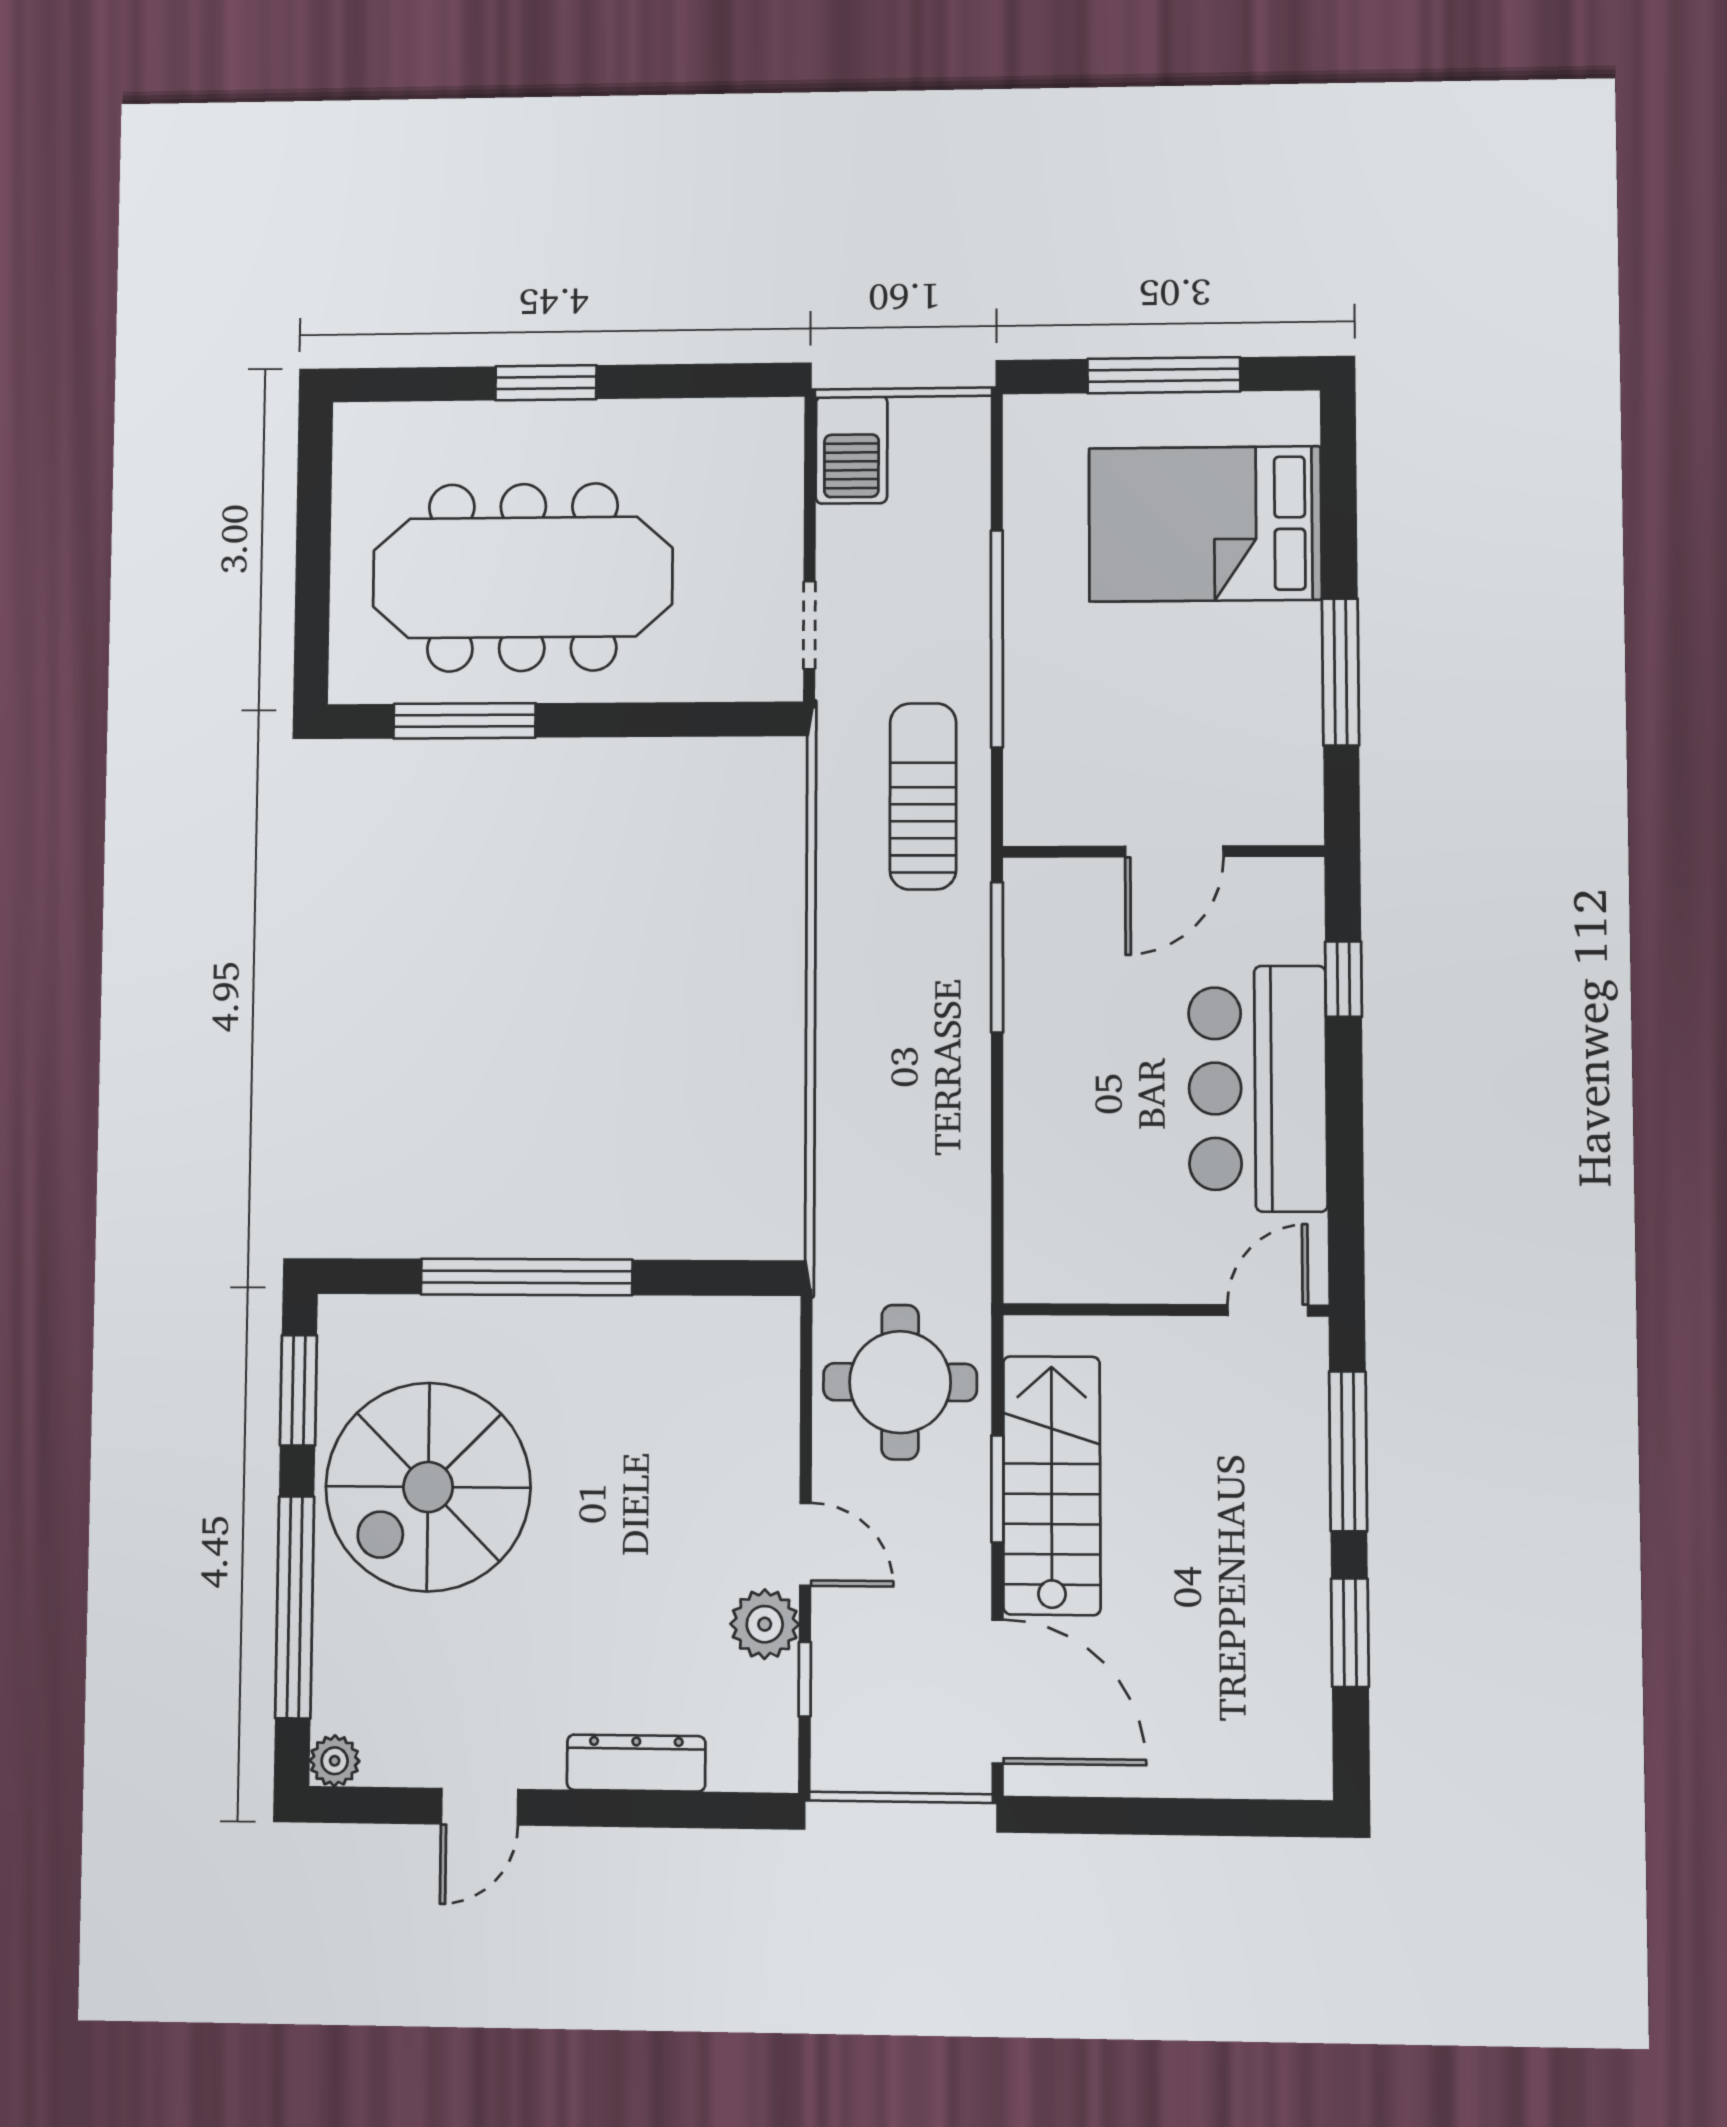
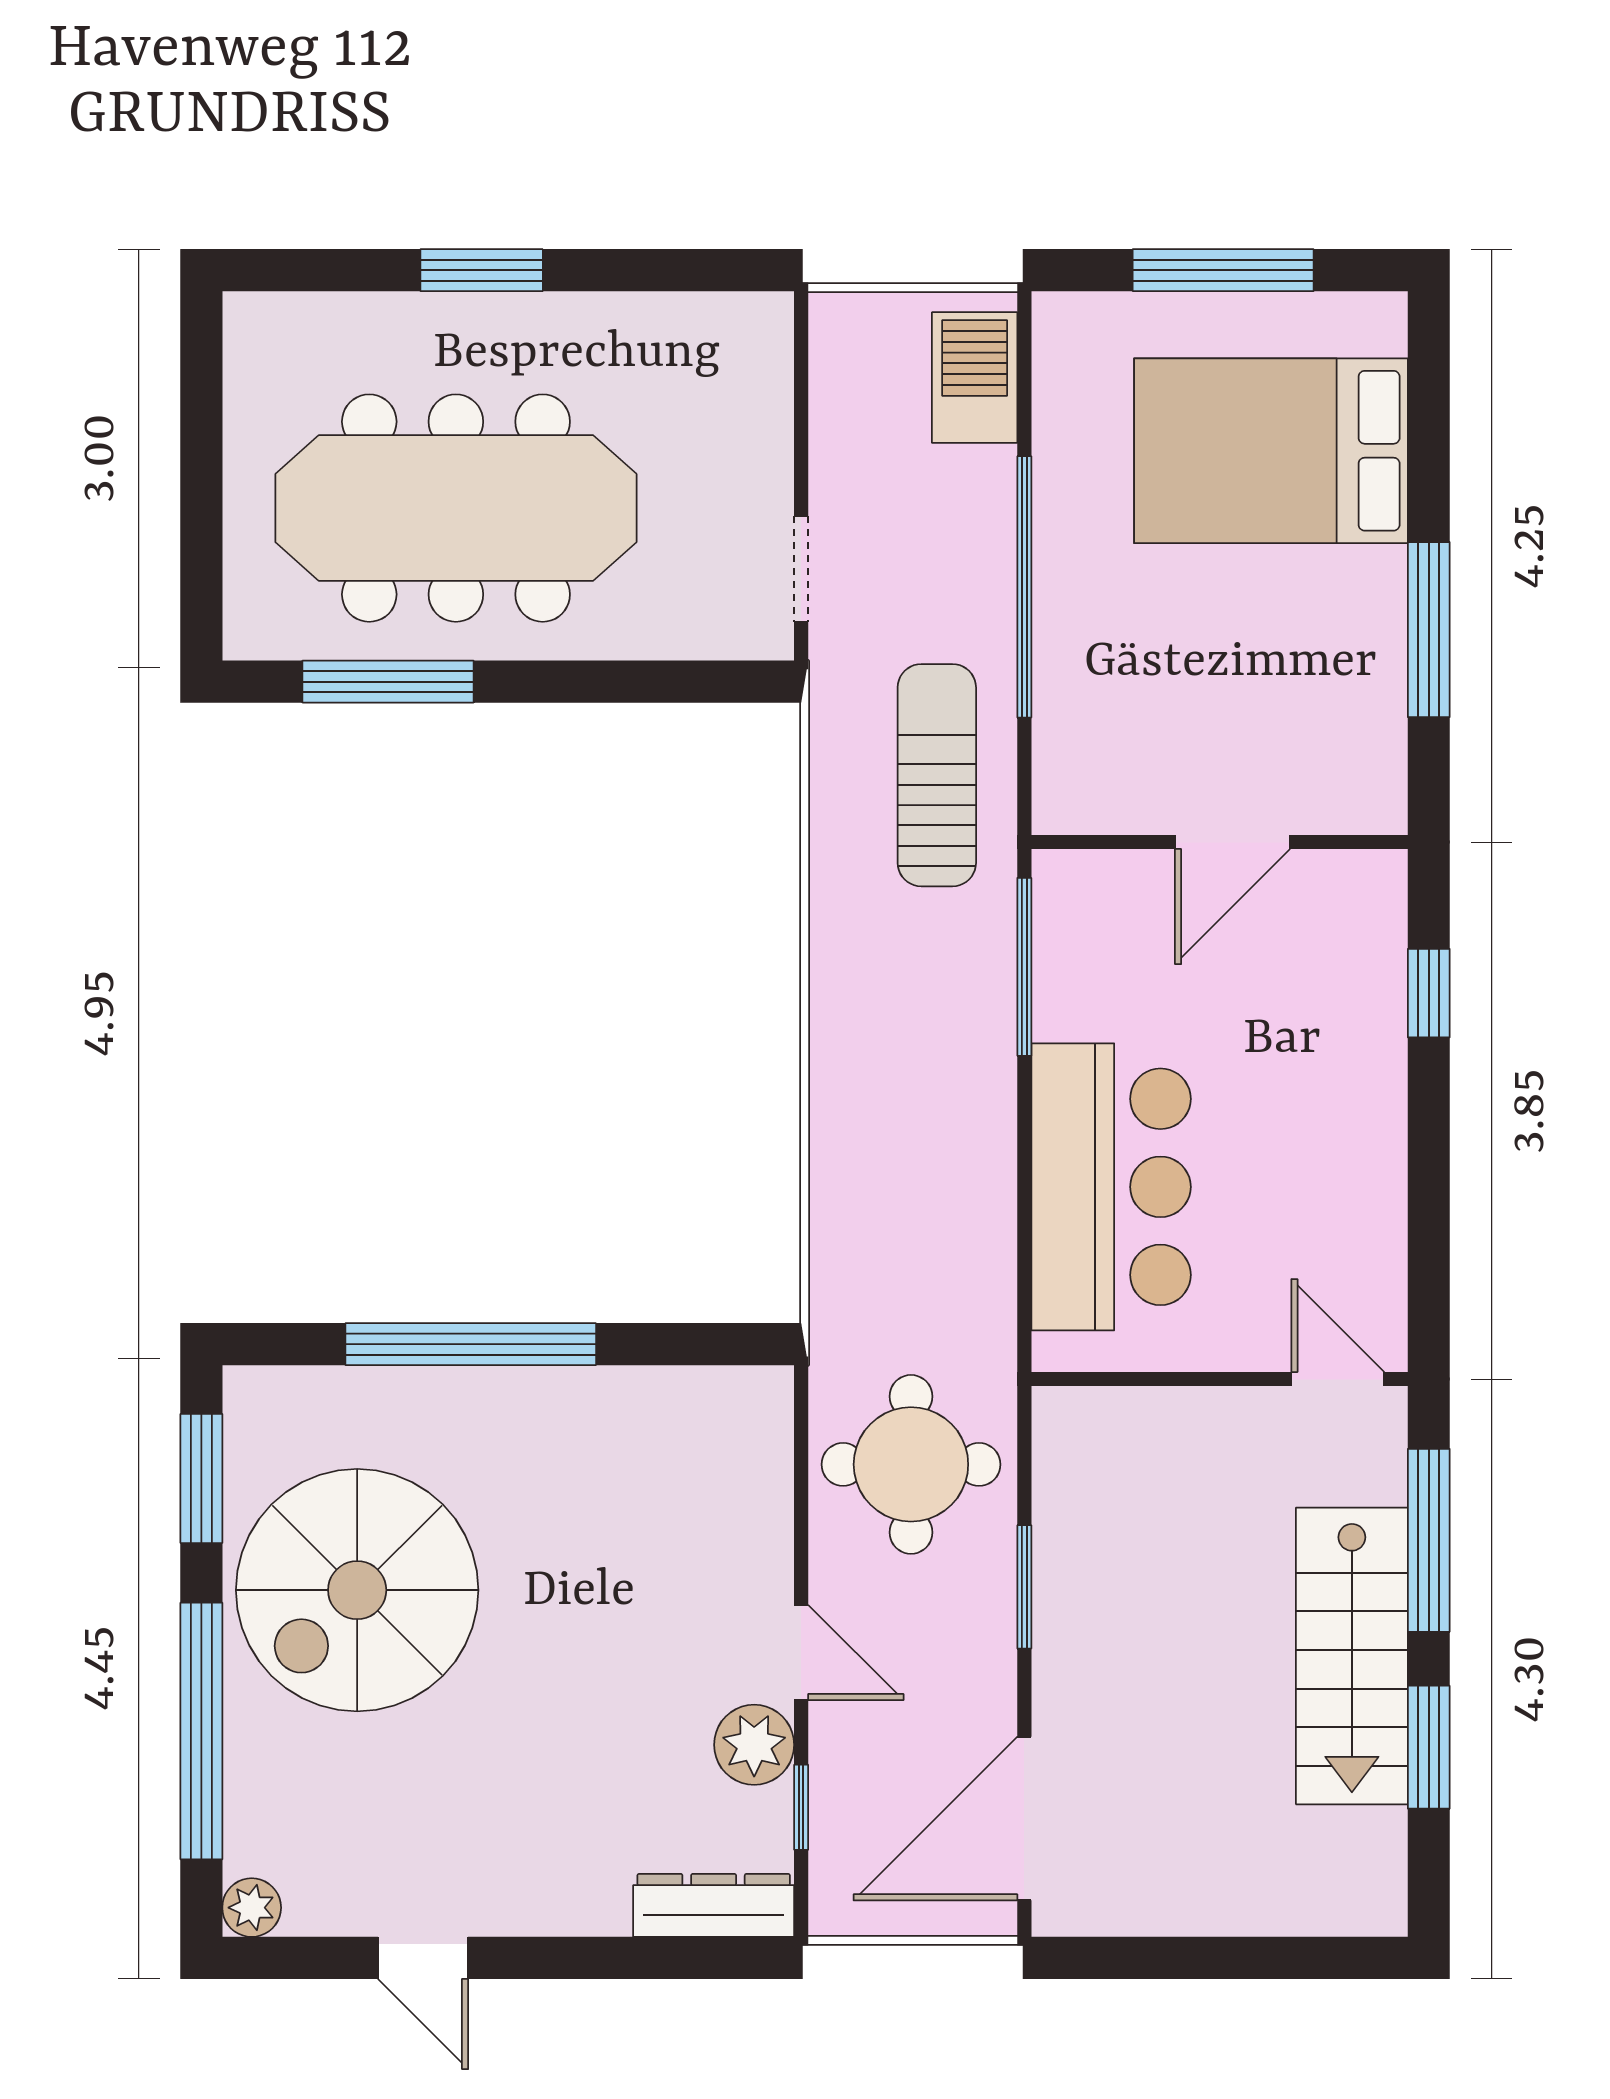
barbecue: (852, 450) -> (975, 378), moved, turned 180
bar counter: (1258, 1088) -> (1111, 1187), moved, turned 180
door: (1268, 1310) -> (1338, 1379), hinge flipped
stairs: (1052, 1485) -> (1352, 1656), moved, turned 180
door: (998, 1691) -> (1024, 1819), swing flipped
dresser: (636, 1763) -> (714, 1905), moved
door: (480, 1807) -> (423, 1958), hinge flipped

